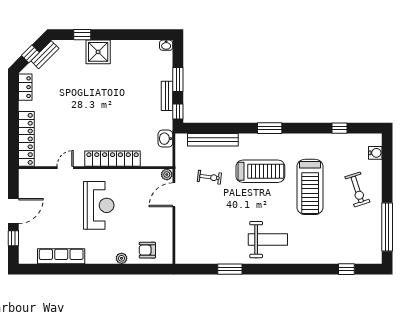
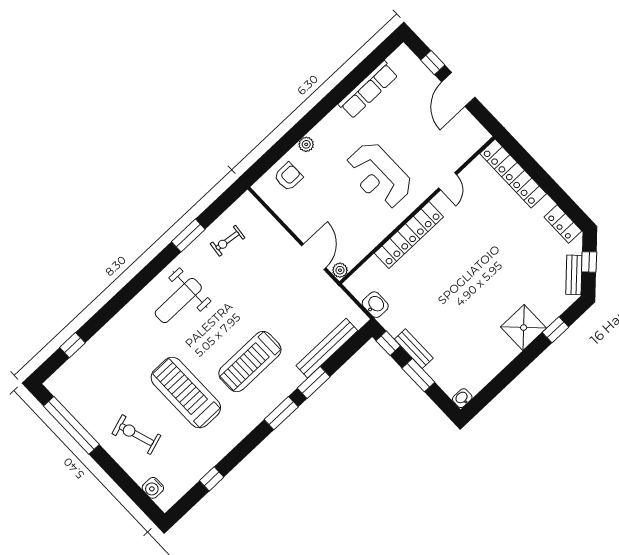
window: (237, 128) -> (314, 382), added
exercise bike: (209, 177) -> (227, 241), moved

